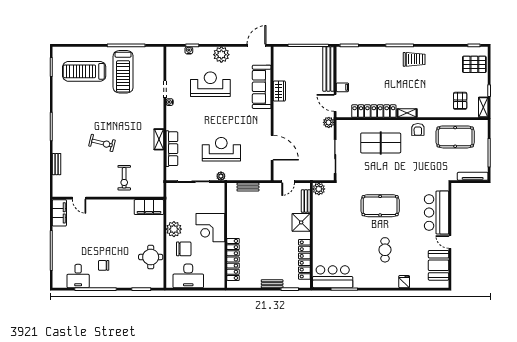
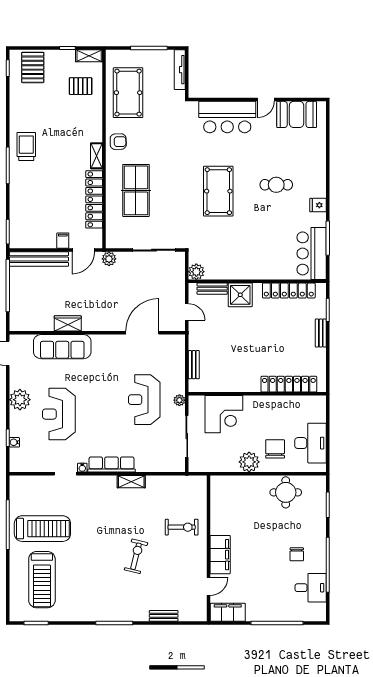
row of seats: (172, 149) -> (112, 465), moved
filing cabinet: (149, 207) -> (220, 555), moved
corner desk: (210, 228) -> (224, 414), moved
fridge: (404, 282) -> (318, 205), moved

